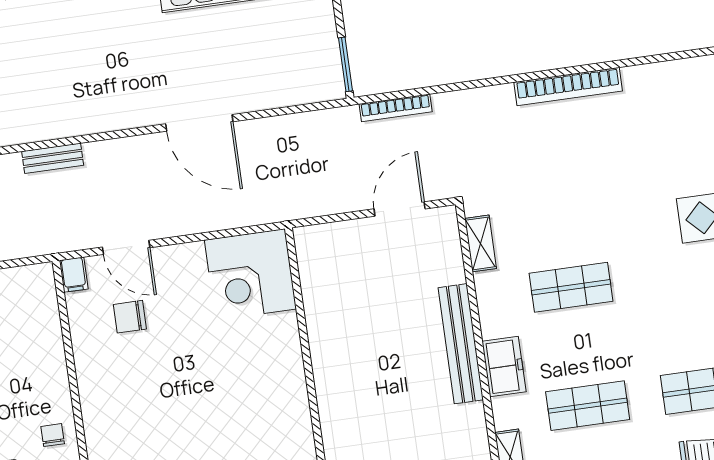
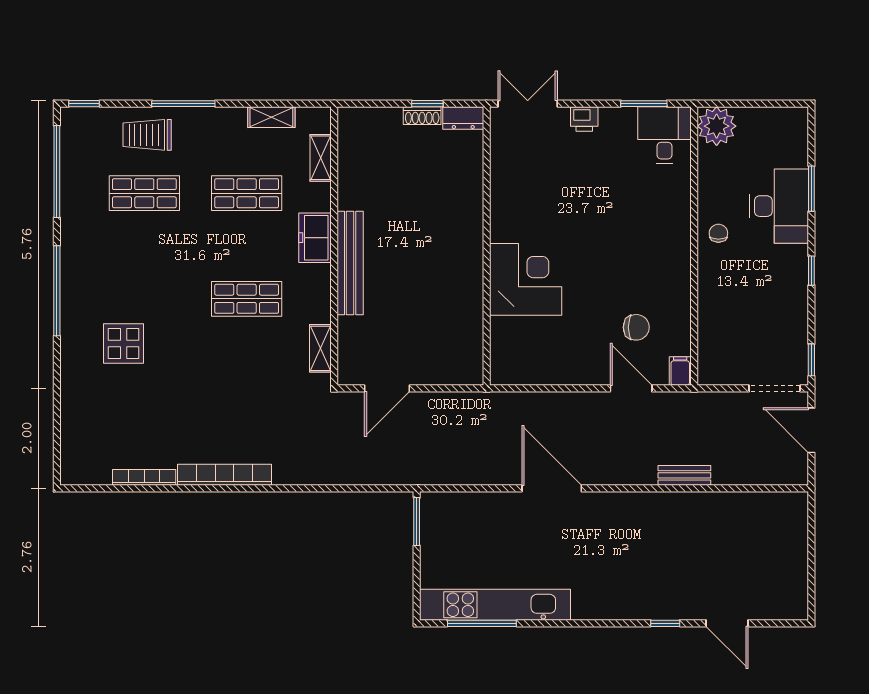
bookcase: (396, 108) -> (144, 477), moved
corner desk: (250, 274) -> (526, 279), moved
chair: (53, 435) -> (718, 233), turned 180

